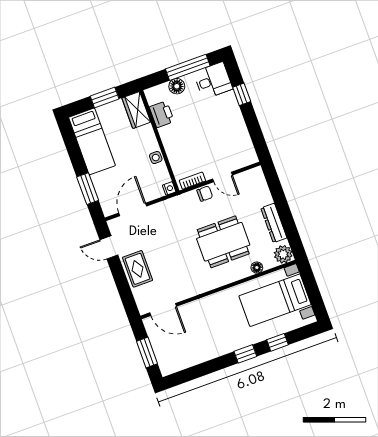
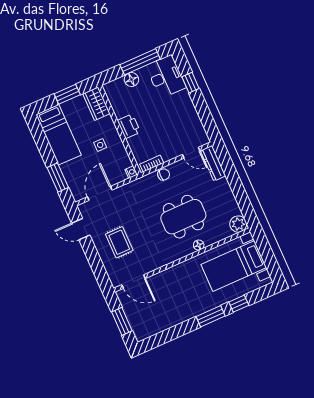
desk: (213, 81) -> (166, 77), width x1.37
printer: (162, 114) -> (129, 126), moved
side table: (156, 158) -> (100, 145), moved
door: (223, 177) -> (191, 153), moved
dresser: (274, 223) -> (213, 163), moved
floor lamp: (257, 268) -> (199, 245), moved
rug: (138, 269) -> (119, 242), moved
window: (245, 354) -> (211, 316), width x1.50

